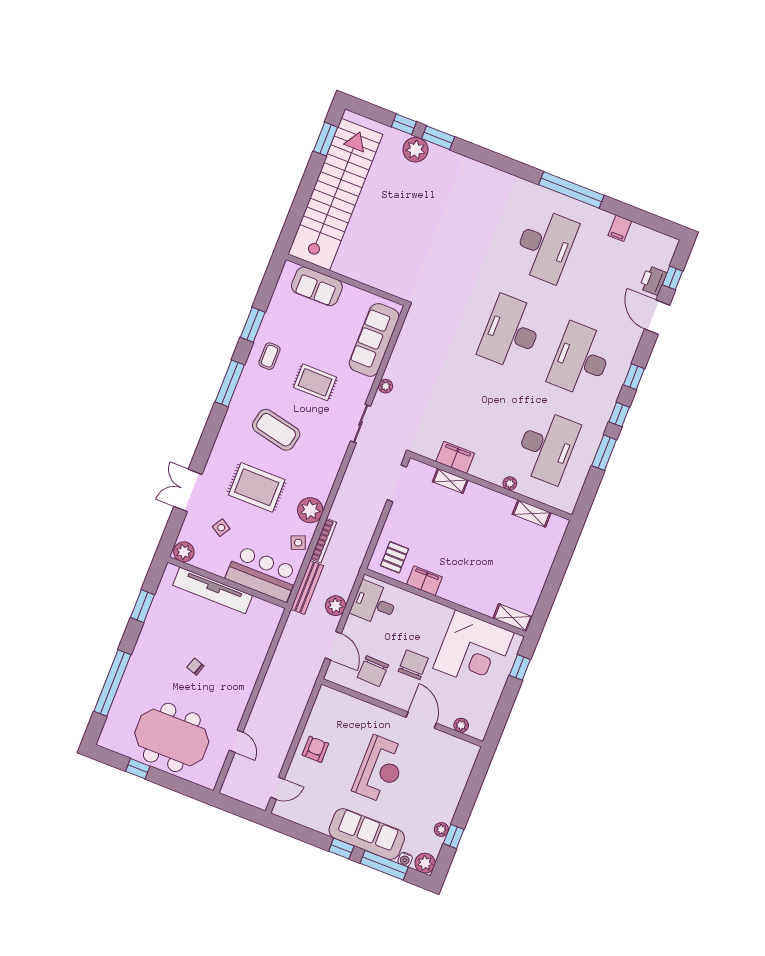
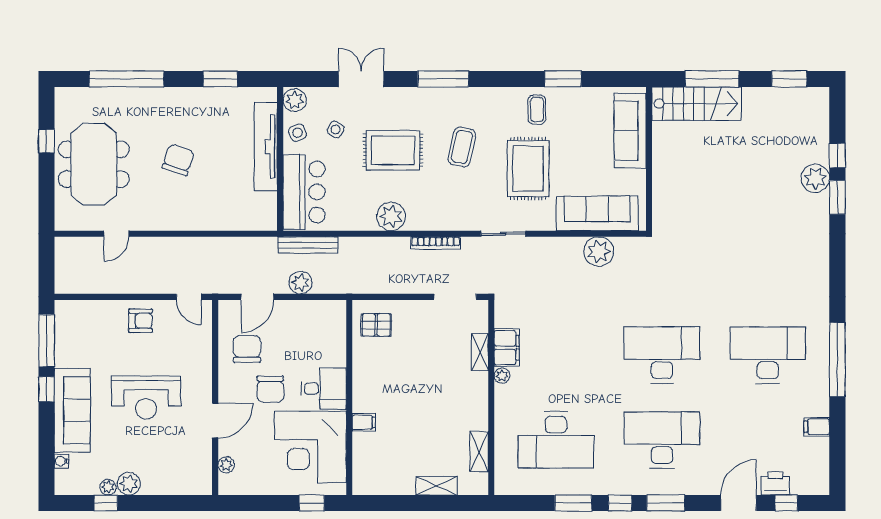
stairs: (335, 194) -> (697, 104), width x0.54, depth x0.66
window: (301, 202) -> (712, 79), added
desk: (545, 246) -> (768, 355), turned 180
sofa: (317, 286) -> (630, 131), width x1.36
coffee table: (269, 356) -> (537, 110), turned 90
window: (634, 377) -> (666, 503), width x1.50
rug: (315, 382) -> (528, 169), width x1.36, depth x1.43
window: (230, 383) -> (443, 79), moved
plant: (386, 386) -> (599, 251), moved, width x1.87, depth x1.87
coffee table: (276, 430) -> (462, 147), width x0.73, depth x0.76
plant: (510, 483) -> (502, 376), moved
rug: (257, 487) -> (393, 150), turned 90
bookcase: (324, 541) -> (436, 243), moved
side table: (298, 543) -> (298, 133), moved
filing cabinet: (424, 581) -> (364, 422), moved, width x0.50
desk: (374, 603) -> (324, 389), moved, turned 90
shelving: (513, 617) -> (436, 486), moved, turned 90
chair: (413, 665) -> (270, 389), turned 90
chair: (195, 667) -> (178, 160), width x1.87, depth x1.87
chair: (373, 671) -> (247, 349), turned 88
door: (277, 788) -> (189, 297), moved
plant: (425, 863) -> (129, 484), moved
window: (384, 865) -> (46, 341), moved

